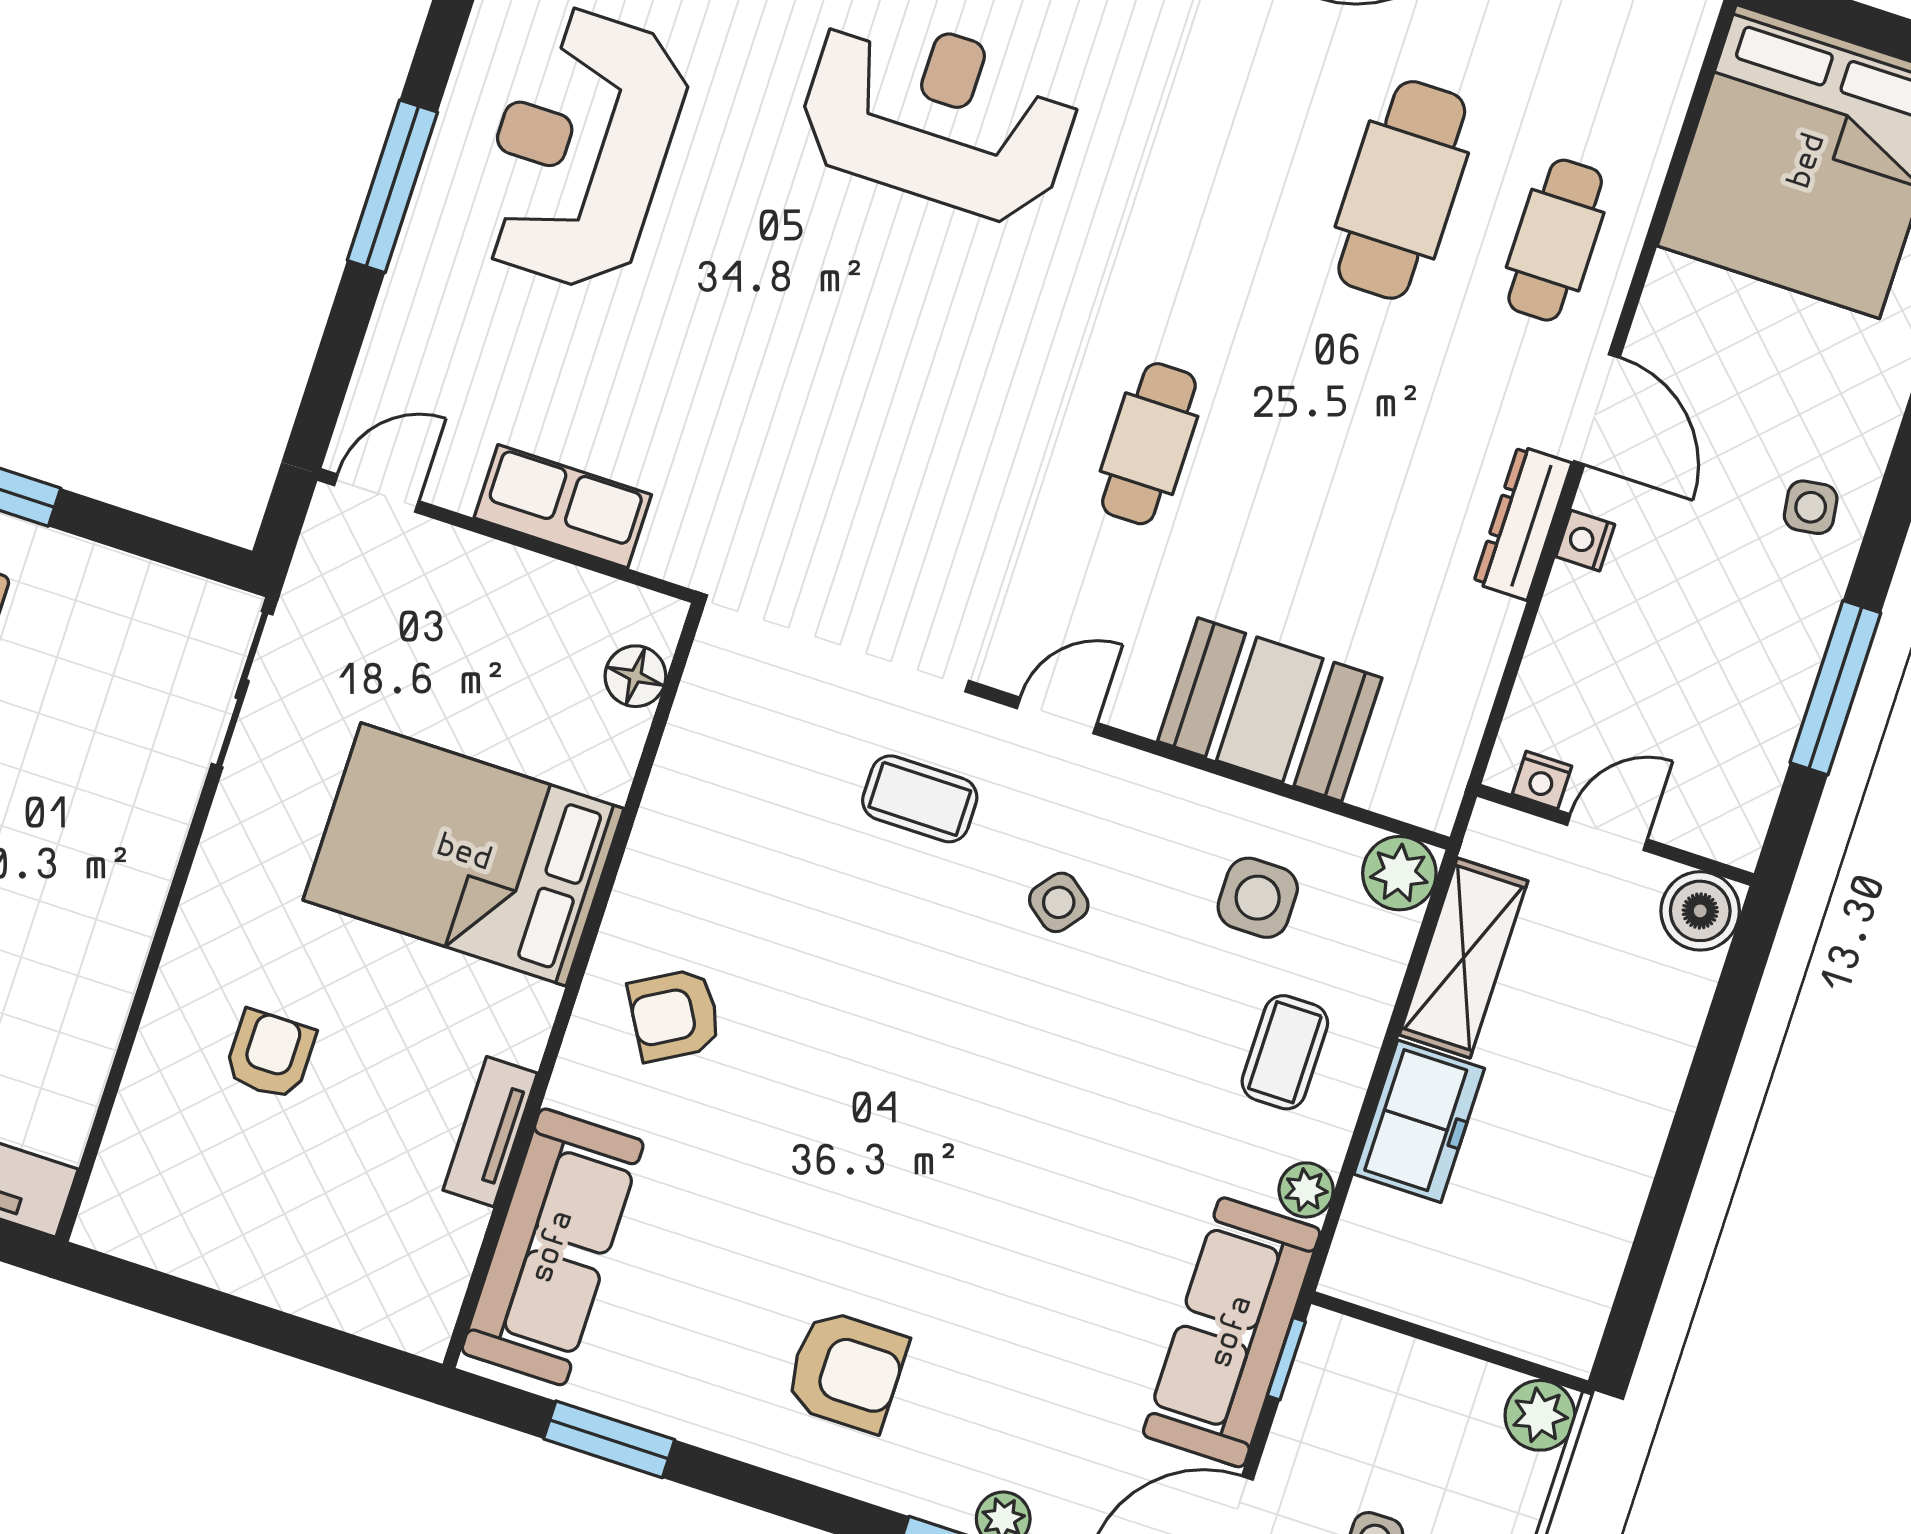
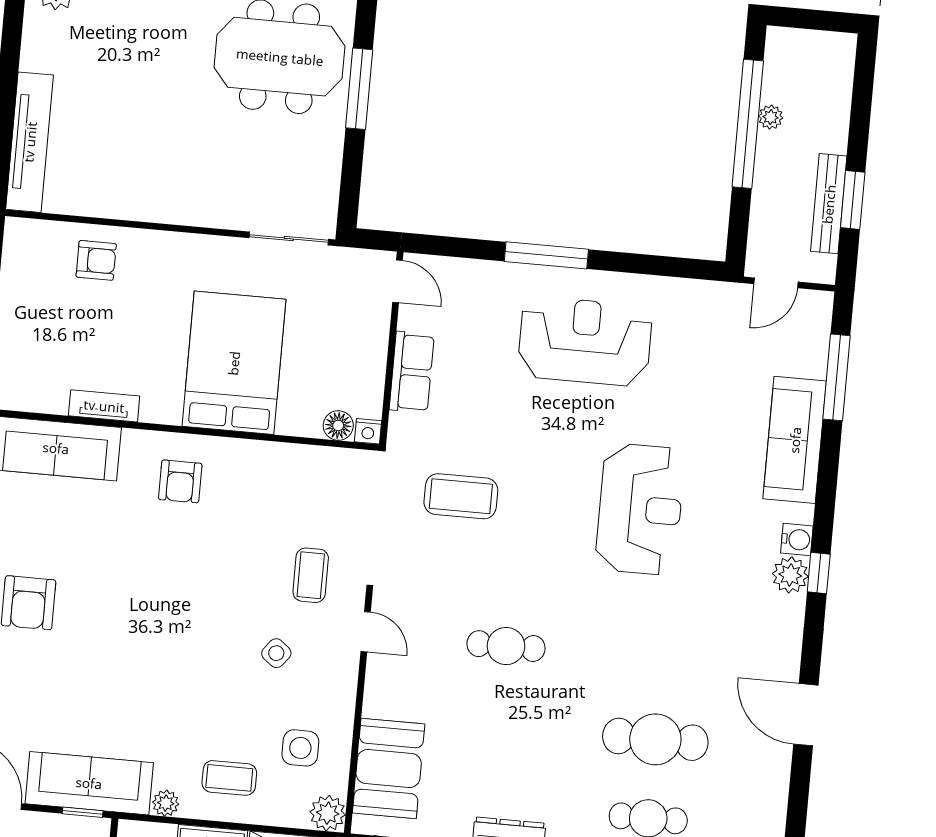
coffee table: (831, 465) -> (461, 496), added
nightstand: (660, 620) -> (368, 431), added
booth: (1270, 710) -> (389, 768), moved
armchair: (675, 1015) -> (180, 481), turned -150
armchair: (270, 1055) -> (96, 260), moved

